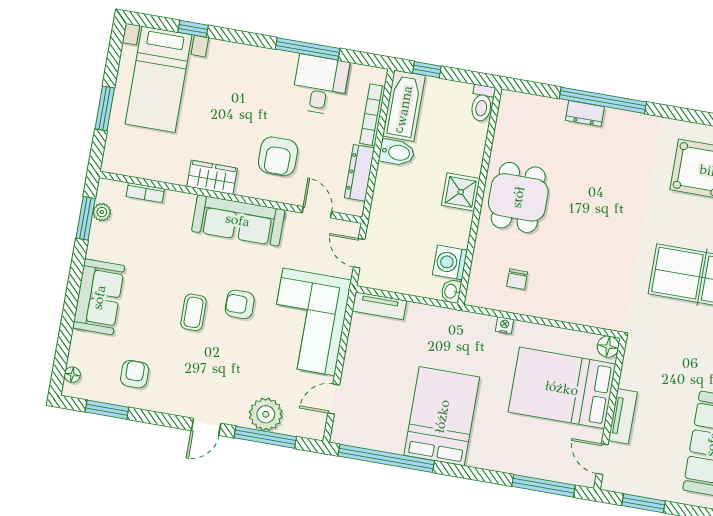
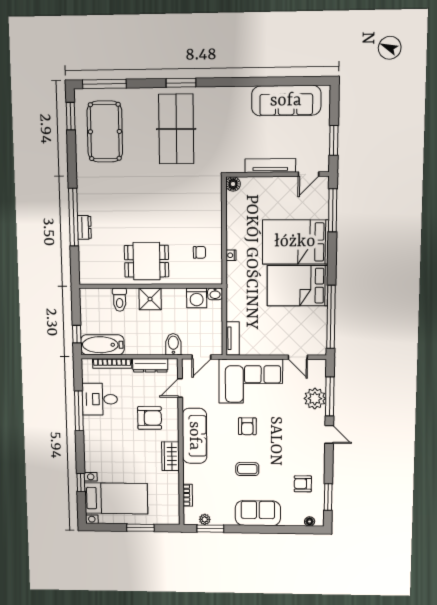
toilet: (482, 103) -> (120, 300), moved, turned 90
bidet: (397, 152) -> (173, 344), moved
coffee table: (193, 312) -> (247, 469), moved
bed: (562, 388) -> (295, 242), moved, turned 90
tv unit: (623, 416) -> (270, 165), width x1.41

